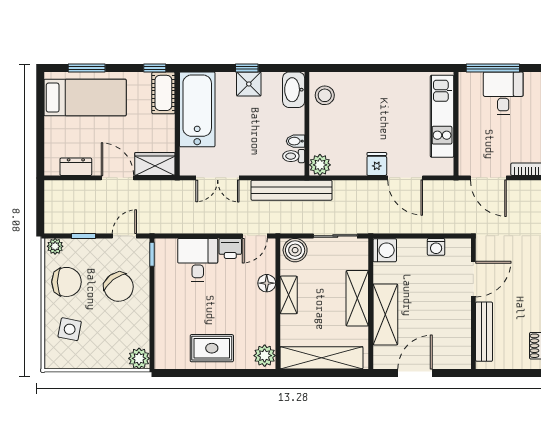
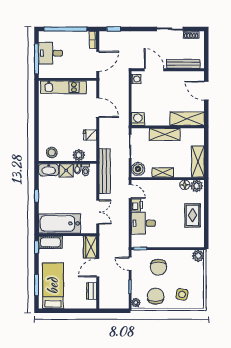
shower: (249, 84) -> (66, 170), moved
fridge: (377, 164) -> (90, 135), moved
plant: (320, 165) -> (79, 155), moved
door: (405, 178) -> (98, 108), hinge flipped
washing machine: (436, 247) -> (136, 79), moved
floor lamp: (267, 283) -> (185, 185), moved
chair: (119, 287) -> (158, 267), turned 127
shelving: (385, 314) -> (187, 119), moved
shelving: (322, 358) -> (198, 162), width x0.68
door: (415, 373) -> (206, 91), moved

